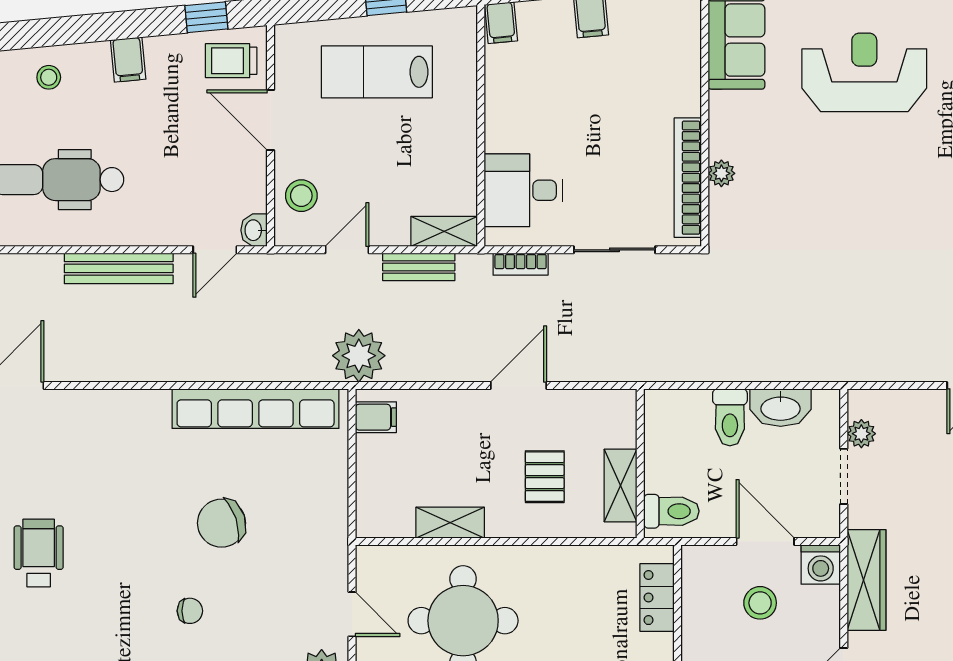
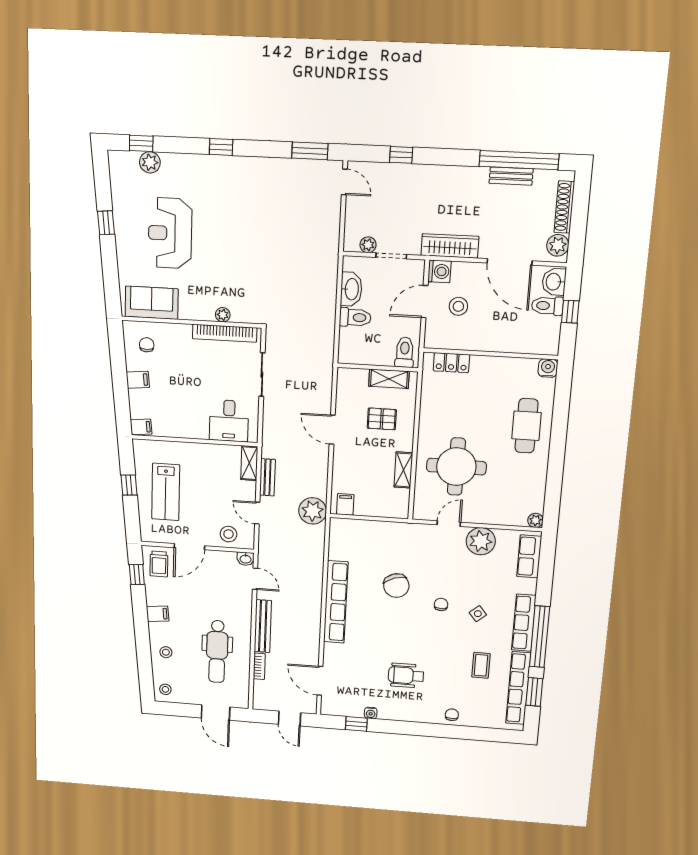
chair: (658, 32) -> (147, 345), added
bookcase: (521, 264) -> (259, 666), moved
row of seats: (256, 409) -> (336, 602), moved

